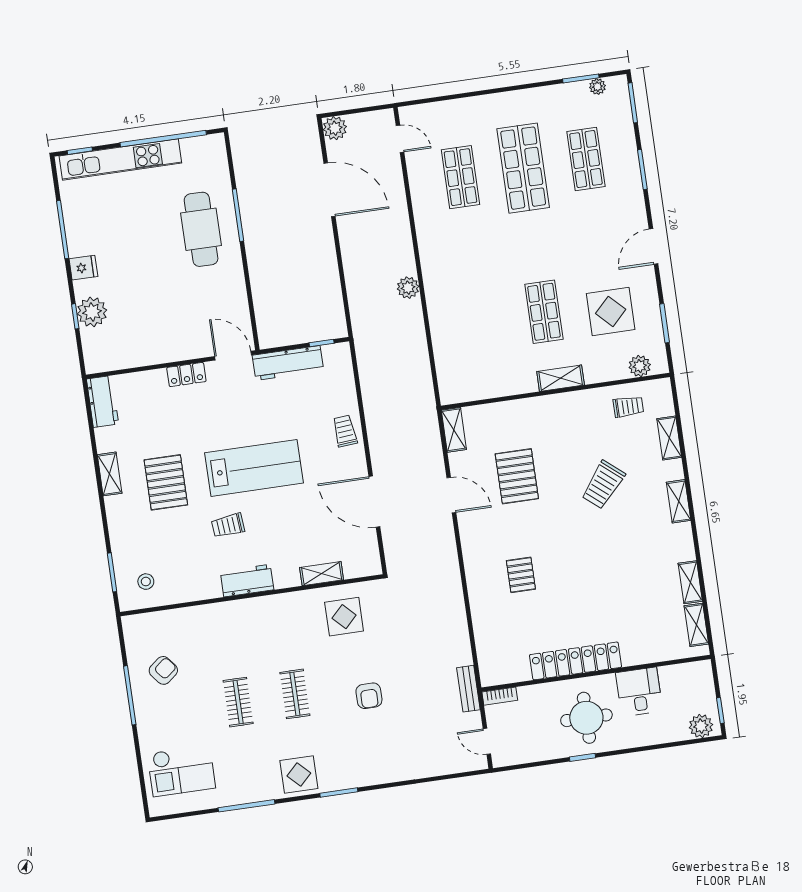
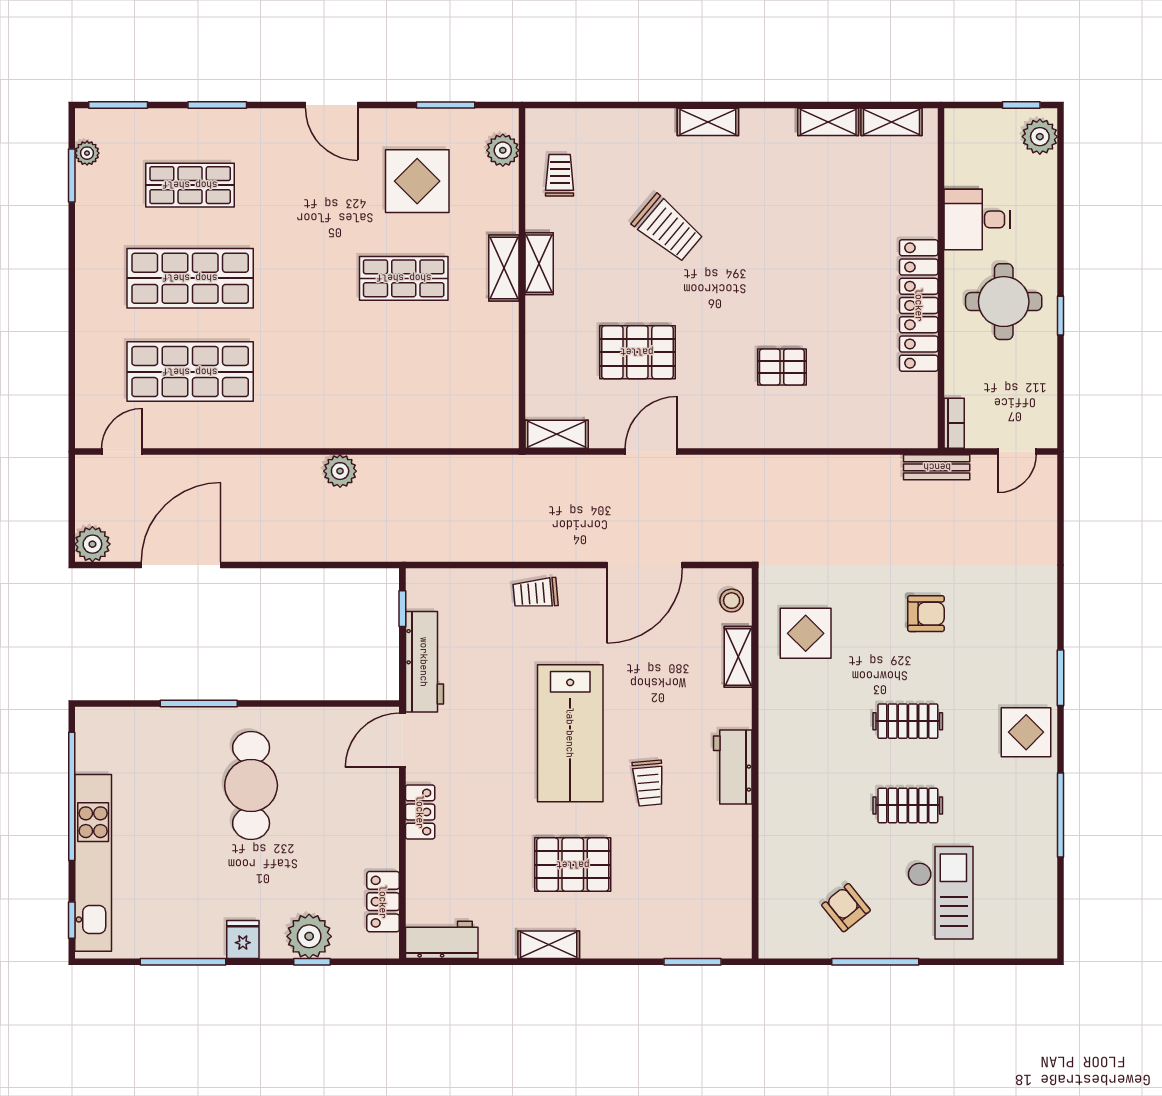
shop shelf: (460, 177) -> (190, 372), width x1.43, depth x1.36
cafe table: (201, 229) -> (251, 785), moved, turned 90
locker: (123, 358) -> (383, 902), added
shelving: (669, 438) -> (539, 264), moved, turned 90
lab bench: (254, 468) -> (570, 733), turned 180
stool: (146, 582) -> (732, 601), moved
checkout: (181, 771) -> (940, 893), moved

